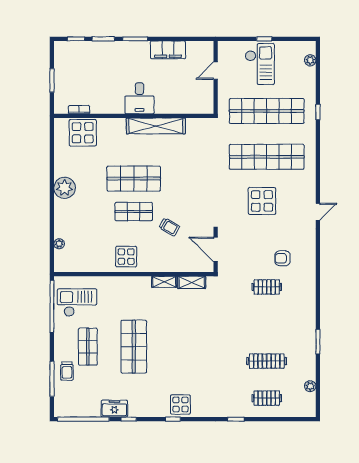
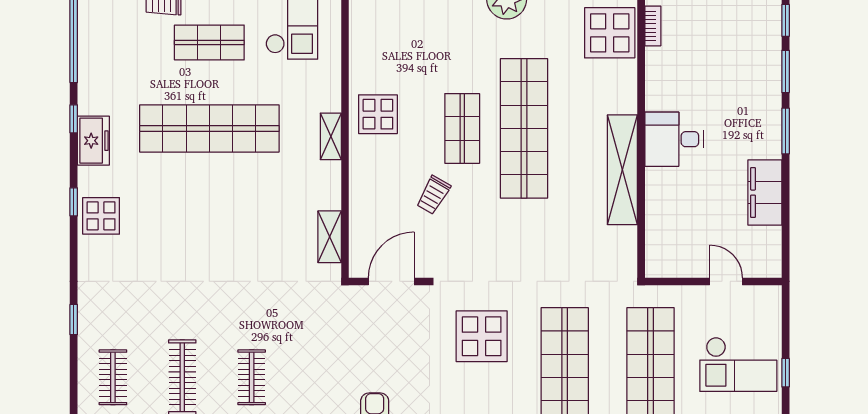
shop shelf: (134, 179) -> (524, 128), width x1.40
display table: (262, 201) -> (482, 336), moved
shelving: (164, 282) -> (331, 136), moved
clothes rail: (267, 287) -> (252, 377), moved
shop shelf: (134, 347) -> (209, 128), width x1.40
freezer: (114, 409) -> (93, 141), moved

